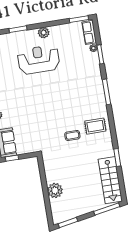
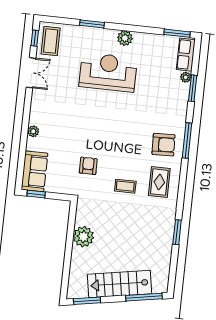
armchair: (91, 99) -> (164, 145), added
rug: (95, 126) -> (159, 182), turned 90
armchair: (43, 128) -> (88, 166), added
stairs: (110, 180) -> (120, 284), moved, turned 80
plant: (55, 190) -> (83, 237), moved

